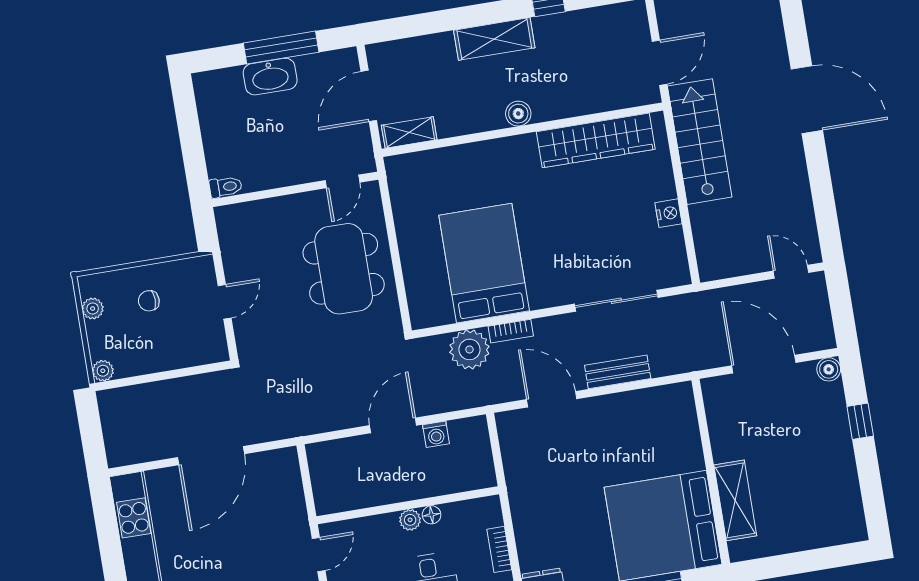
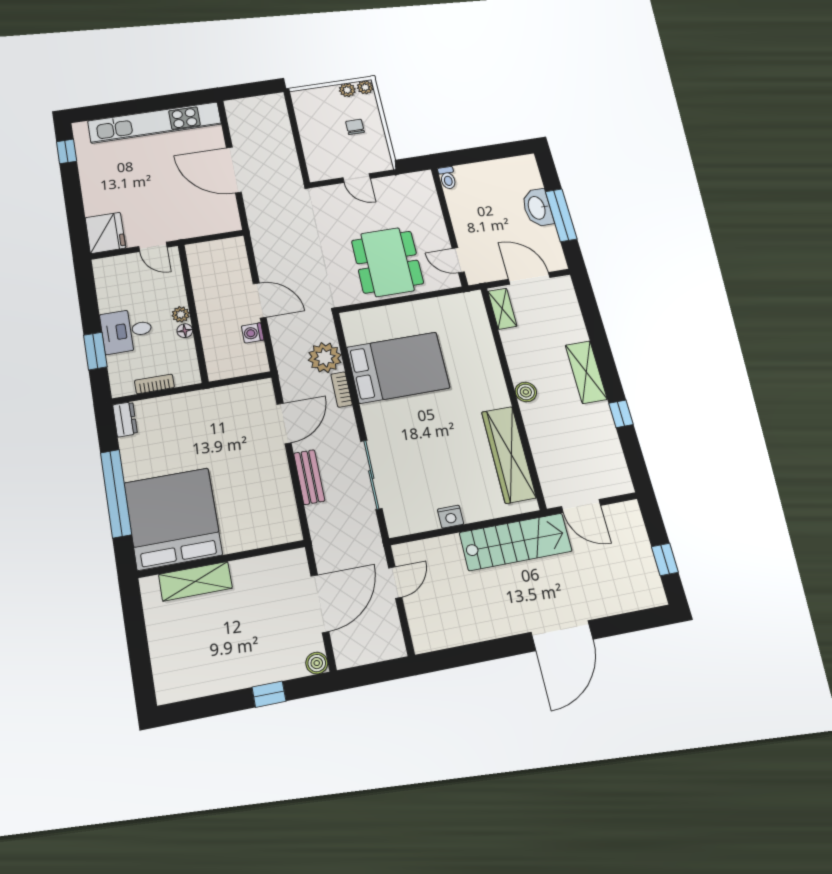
dining table: (344, 269) -> (387, 262), turned 90
door: (791, 272) -> (395, 582), moved
plant: (103, 371) -> (365, 87), moved

